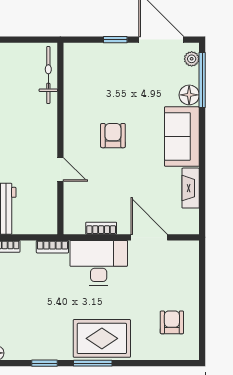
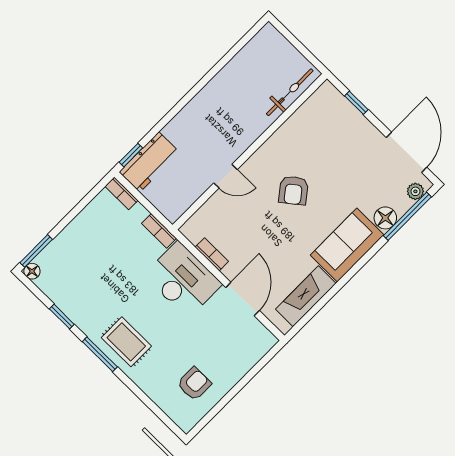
window: (115, 40) -> (356, 103), moved
armchair: (113, 136) -> (293, 190), turned 142
door: (60, 169) -> (225, 176), hinge flipped
fireplace: (191, 188) -> (306, 296), width x1.37, depth x1.32
rug: (102, 338) -> (126, 342), width x0.73, depth x0.70

